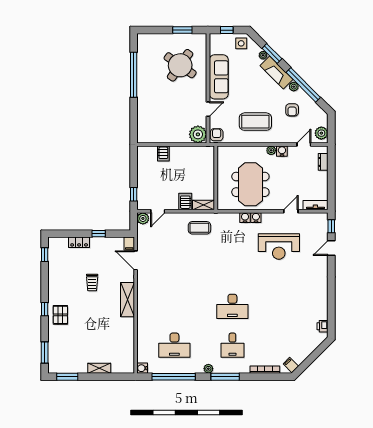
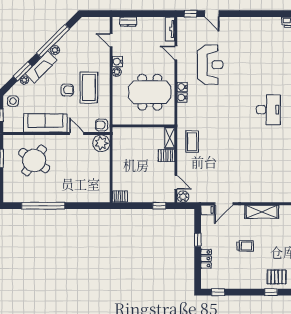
armchair: (292, 110) -> (67, 90), moved
plant: (321, 133) -> (100, 23), removed
server rack: (163, 153) -> (120, 196), moved

